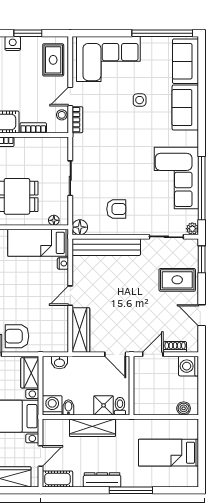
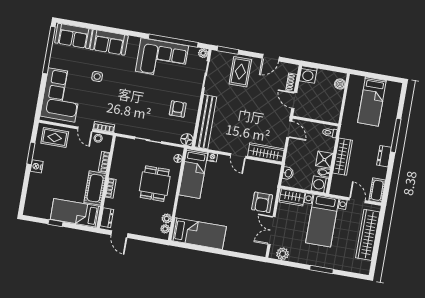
door: (115, 354) -> (289, 129), hinge flipped
shower: (104, 405) -> (324, 160), moved
dresser: (102, 480) -> (384, 156), width x0.70

